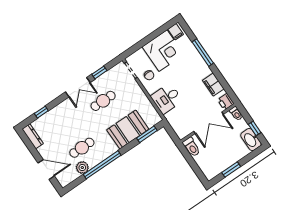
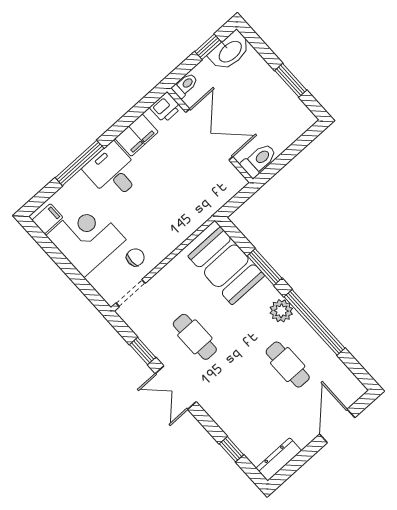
double door: (78, 87) -> (176, 388), swing flipped
desk: (167, 99) -> (113, 172), moved, turned 180
booth: (128, 130) -> (226, 266), moved
window: (147, 134) -> (265, 267), moved
plant: (82, 168) -> (281, 311), moved

